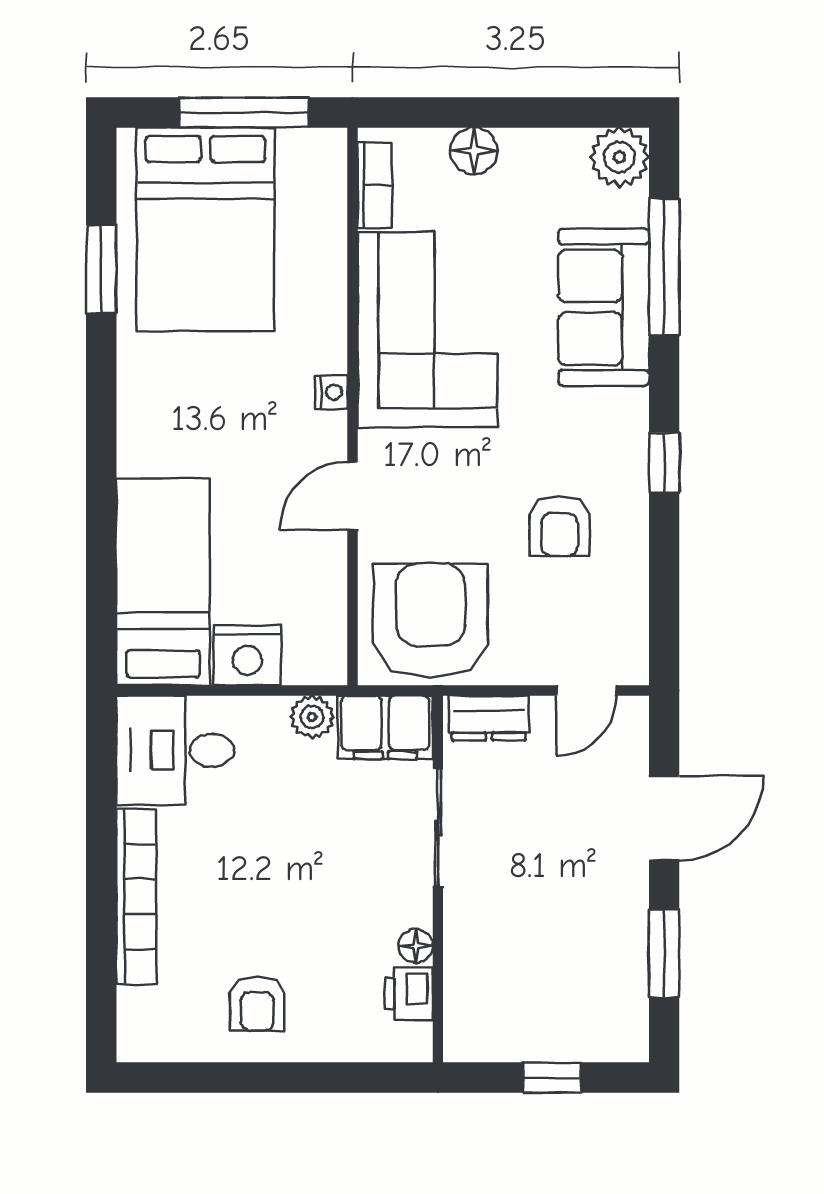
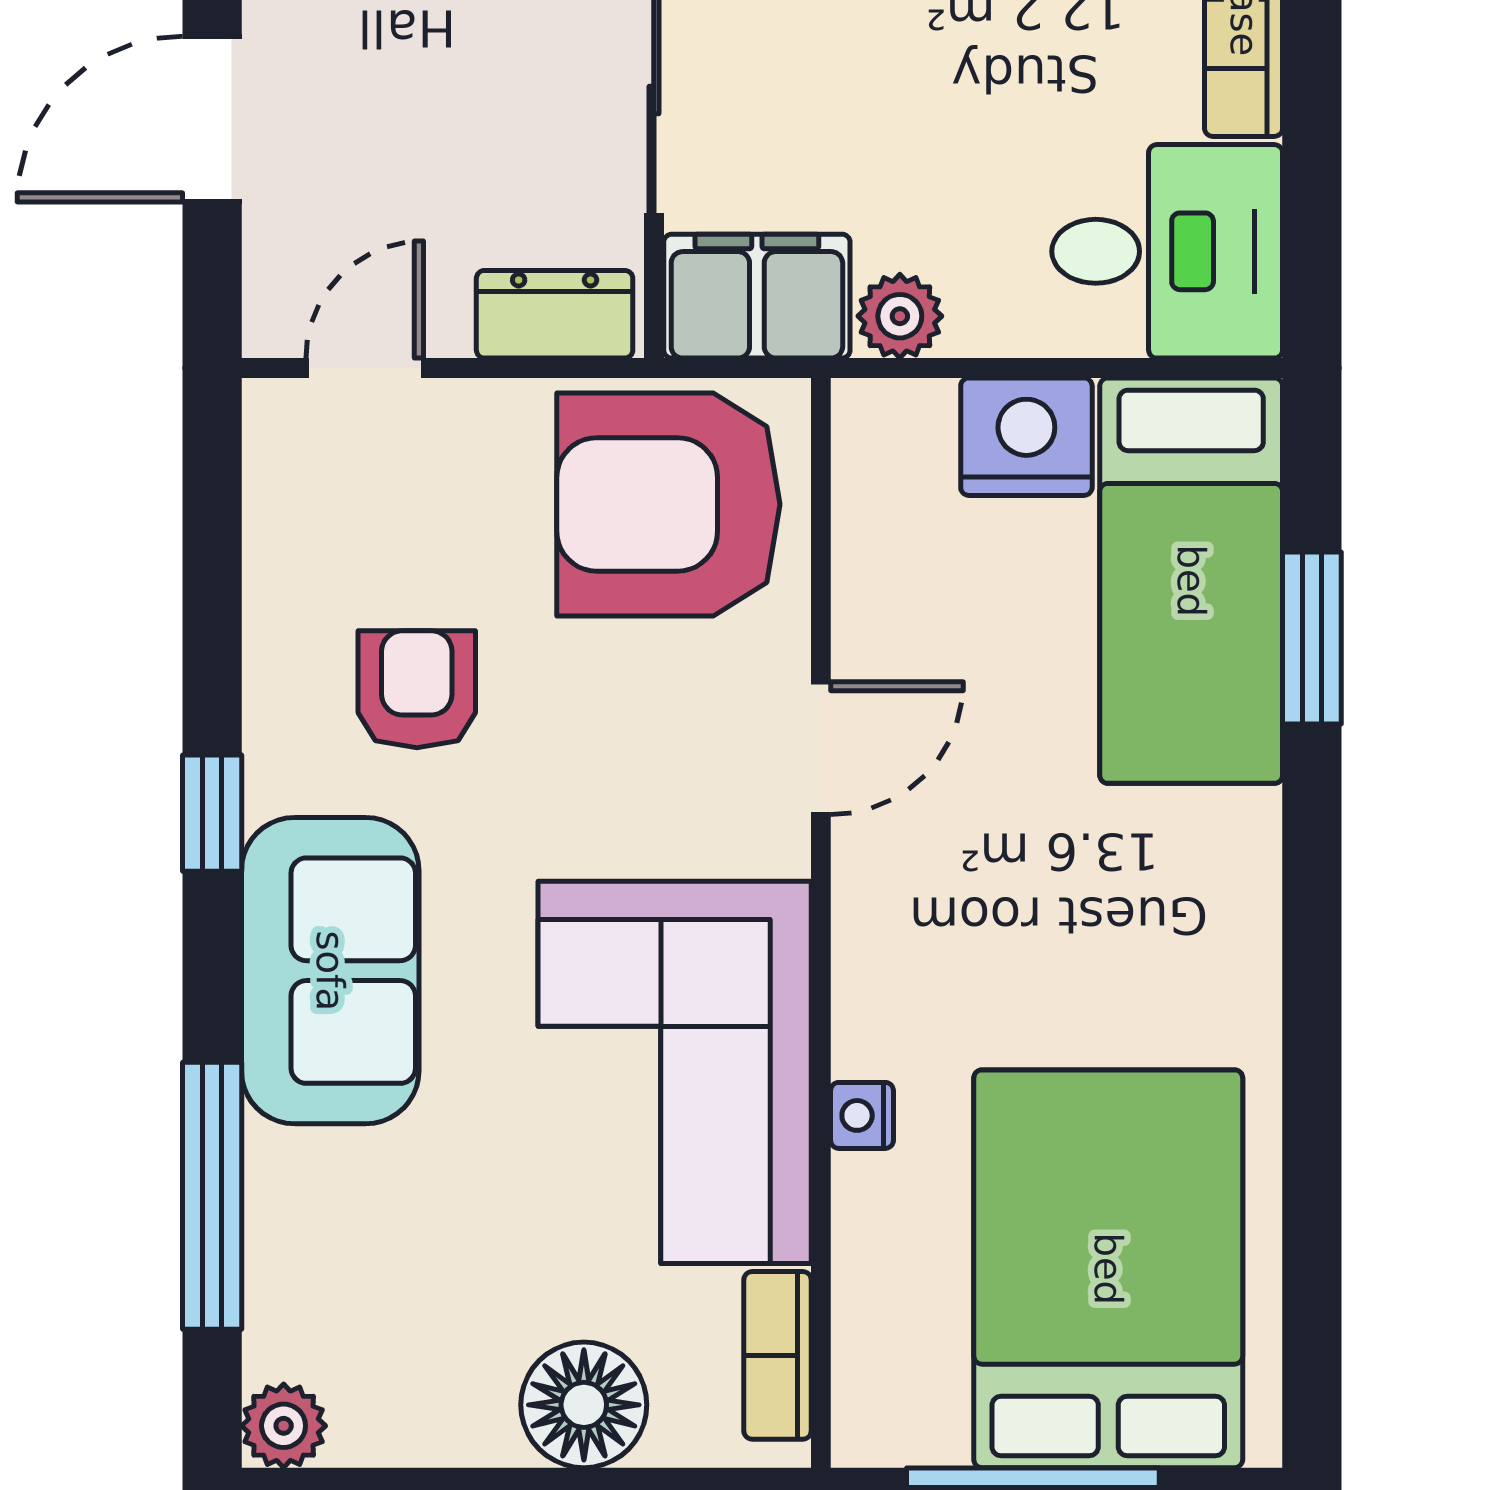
floor lamp: (474, 151) -> (584, 1405), width x1.38, depth x1.38
plant: (620, 157) -> (284, 1426), width x0.73, depth x0.73
window: (101, 269) -> (1312, 638), moved
sofa: (604, 307) -> (330, 971), moved
nightstand: (331, 392) -> (862, 1115), moved
armchair: (431, 621) -> (668, 504), turned 90

